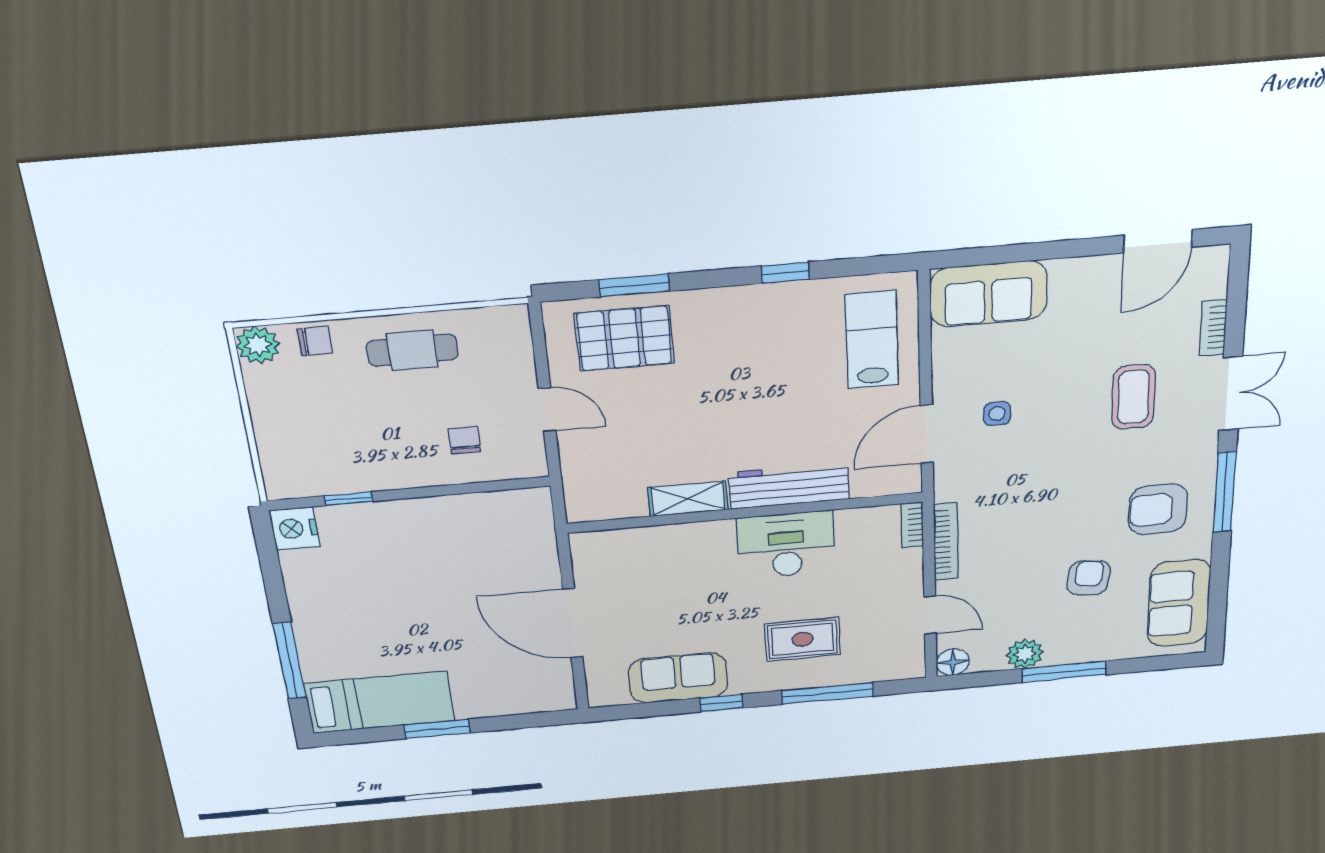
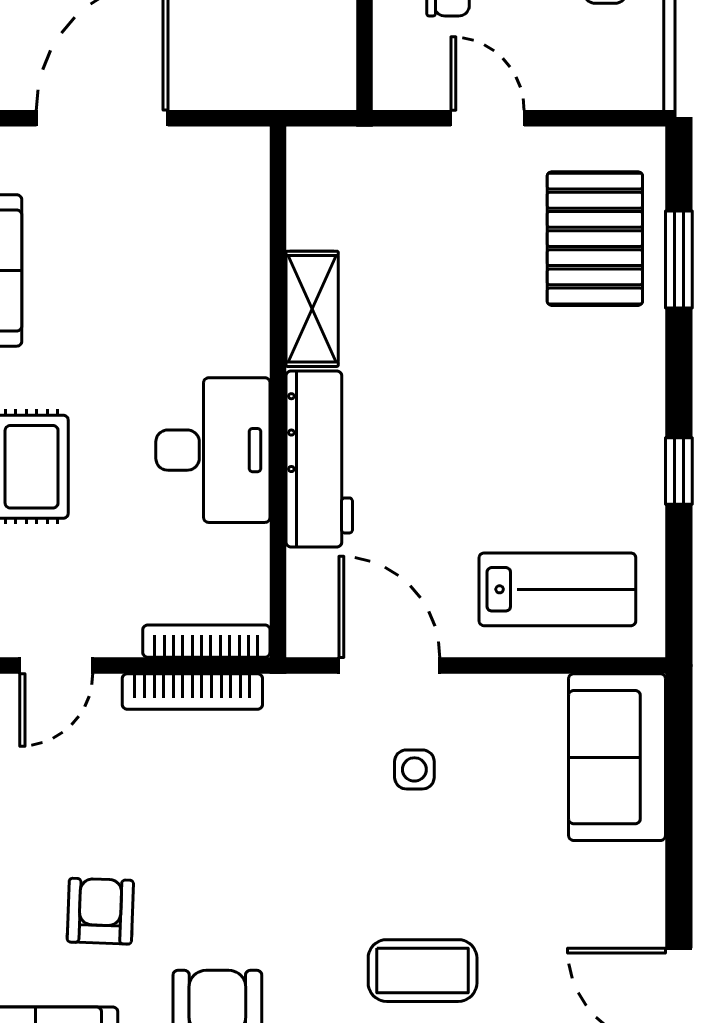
door: (547, 410) -> (488, 118), swing flipped
bookcase: (912, 525) -> (206, 641), width x1.56
armchair: (1089, 578) -> (100, 911), turned -95

